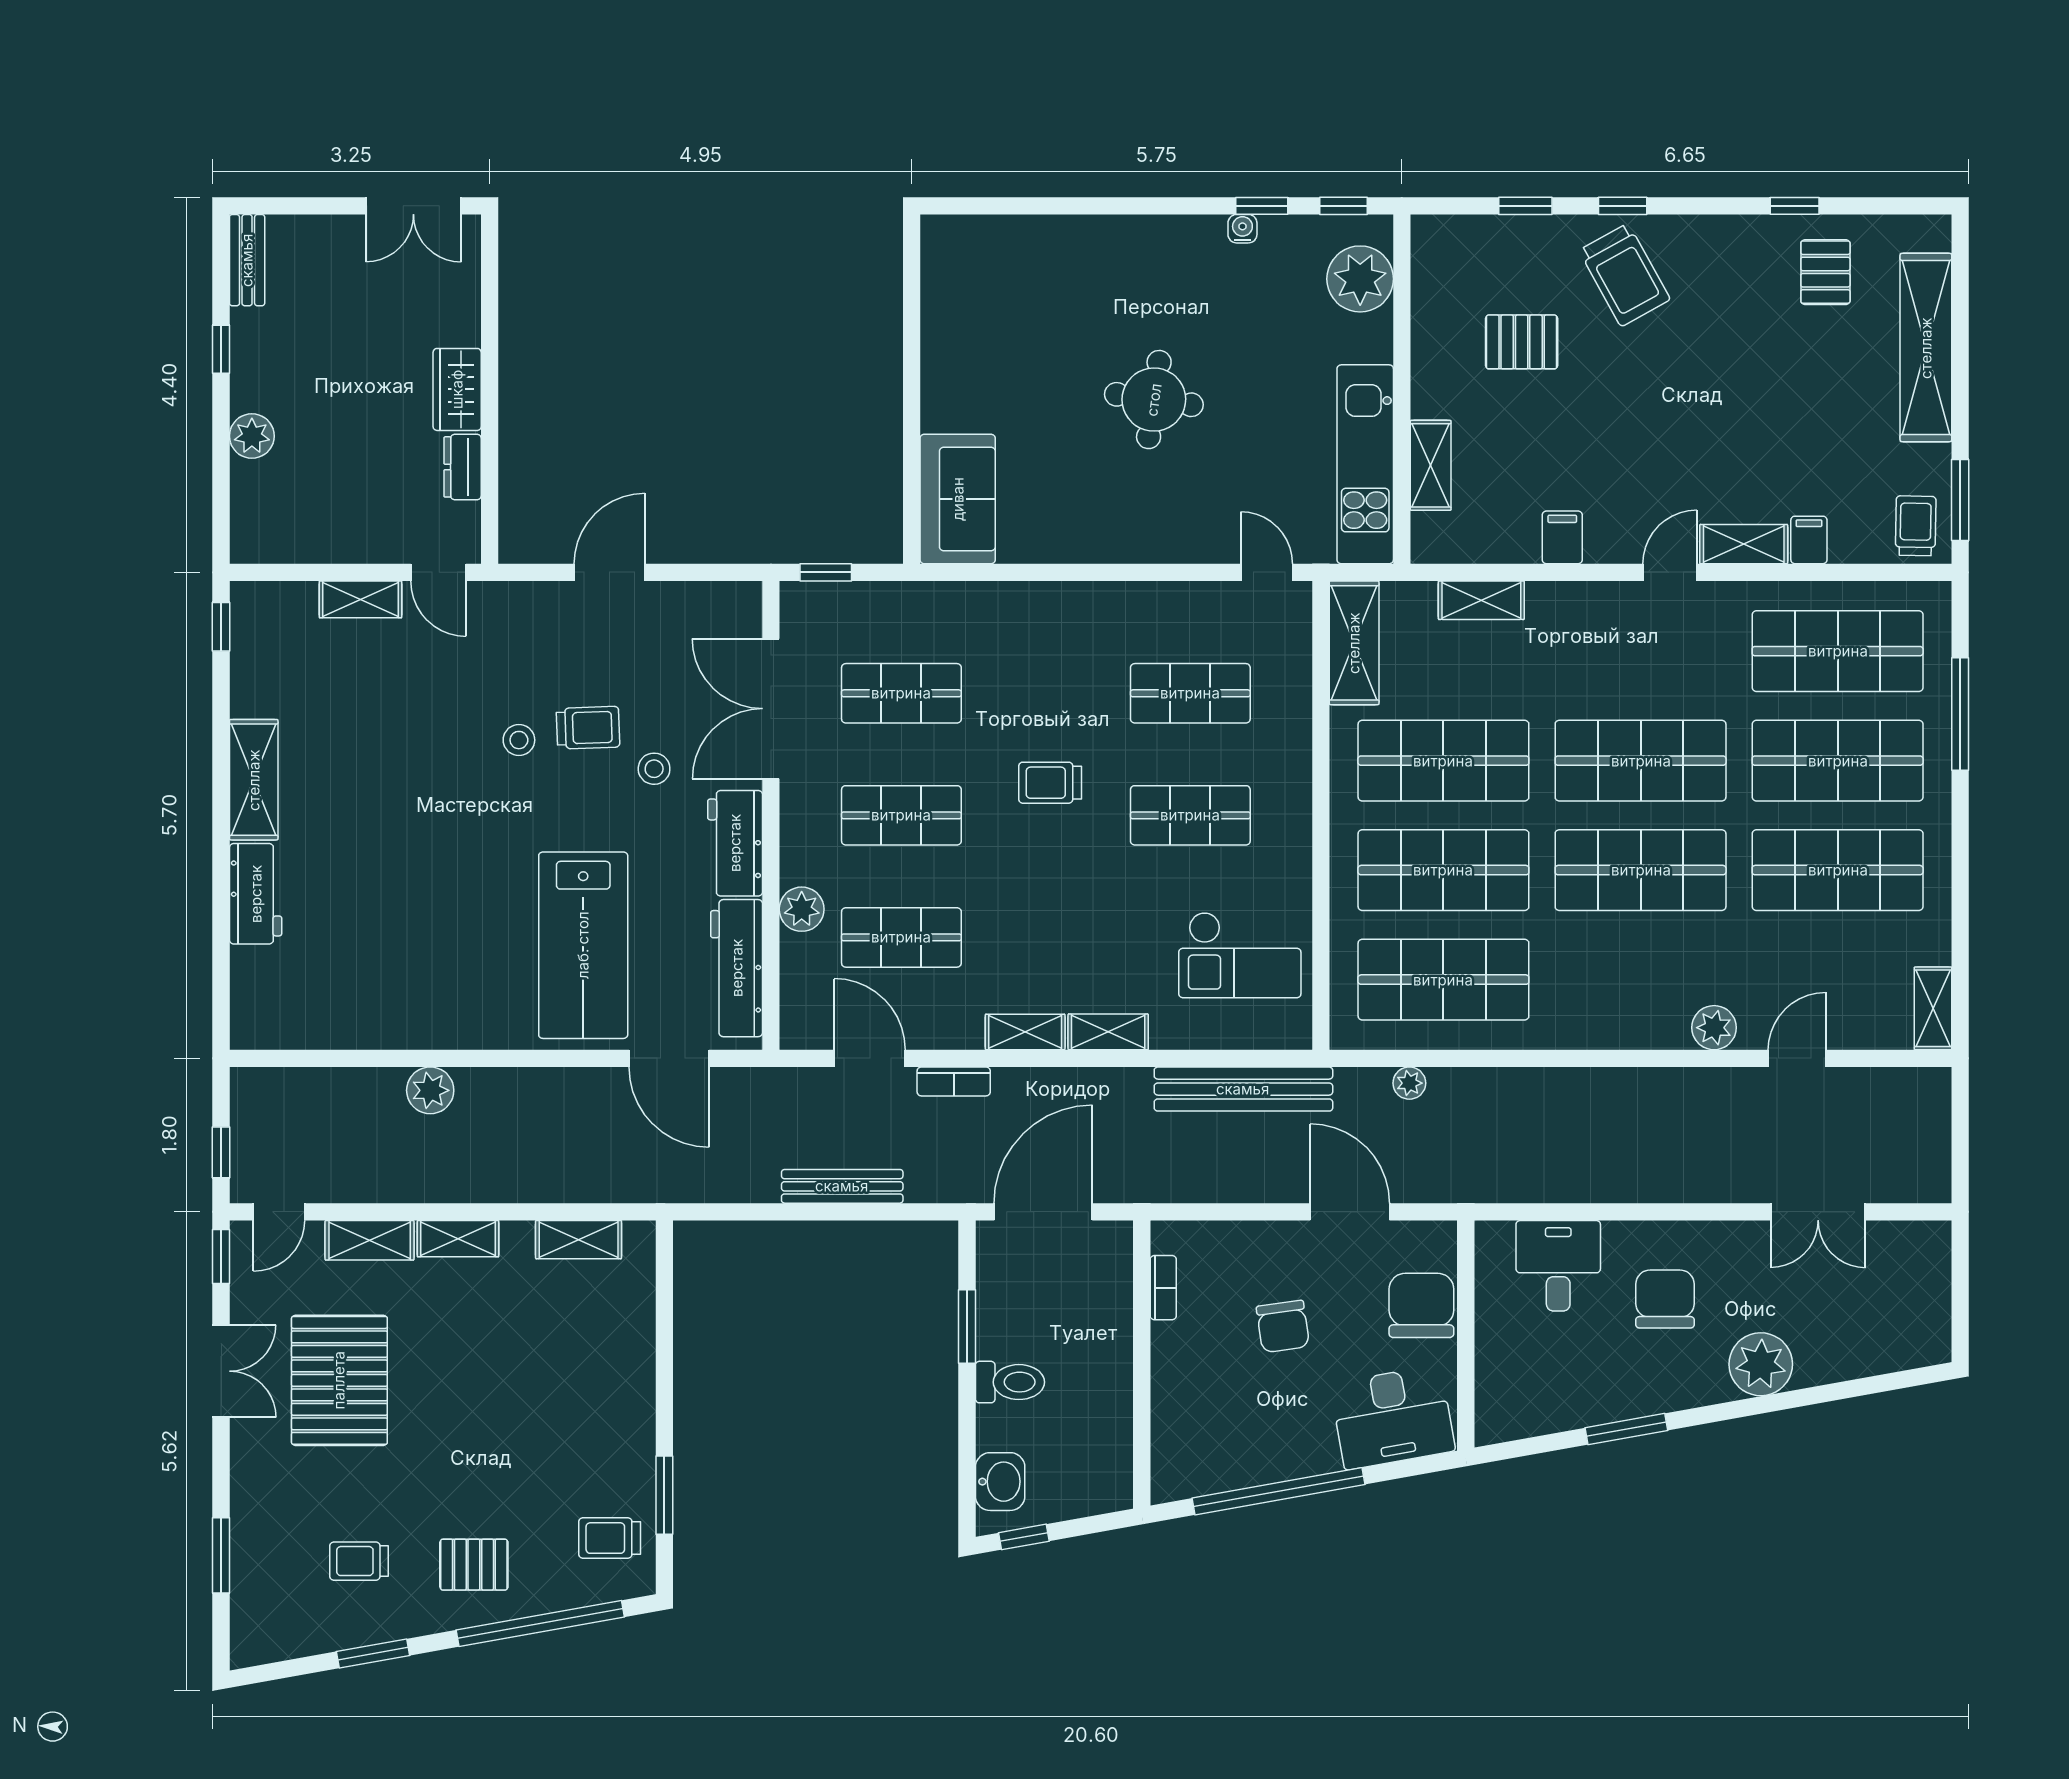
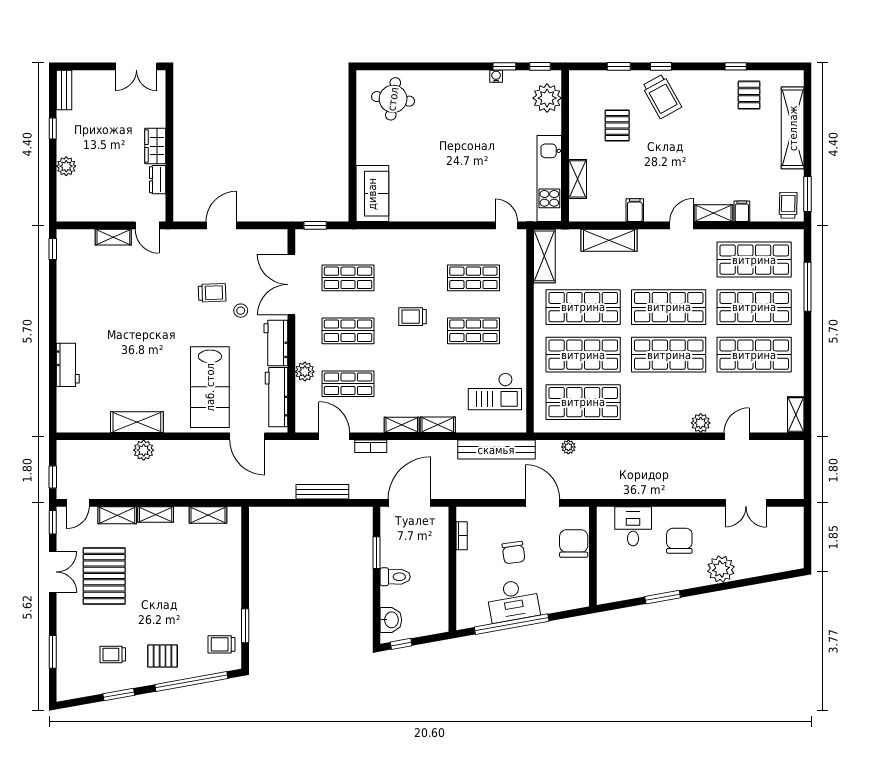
pallet: (1522, 342) -> (617, 125), turned 90
round table: (1154, 400) -> (393, 99), moved
shelving: (1481, 600) -> (609, 240), width x1.50, depth x1.33
stool: (519, 740) -> (182, 298), removed
shelving: (254, 780) -> (137, 422), moved, turned 90
desk: (1393, 1417) -> (513, 601), moved

